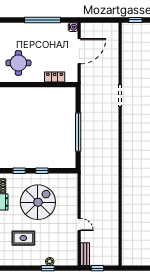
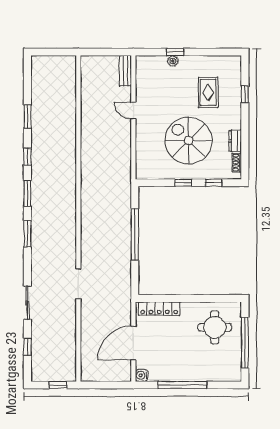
locker: (55, 77) -> (159, 309), width x1.53
spiral stairs: (38, 202) -> (189, 141), turned 90
rug: (23, 238) -> (208, 92), turned 90
window: (97, 268) -> (109, 52), removed

